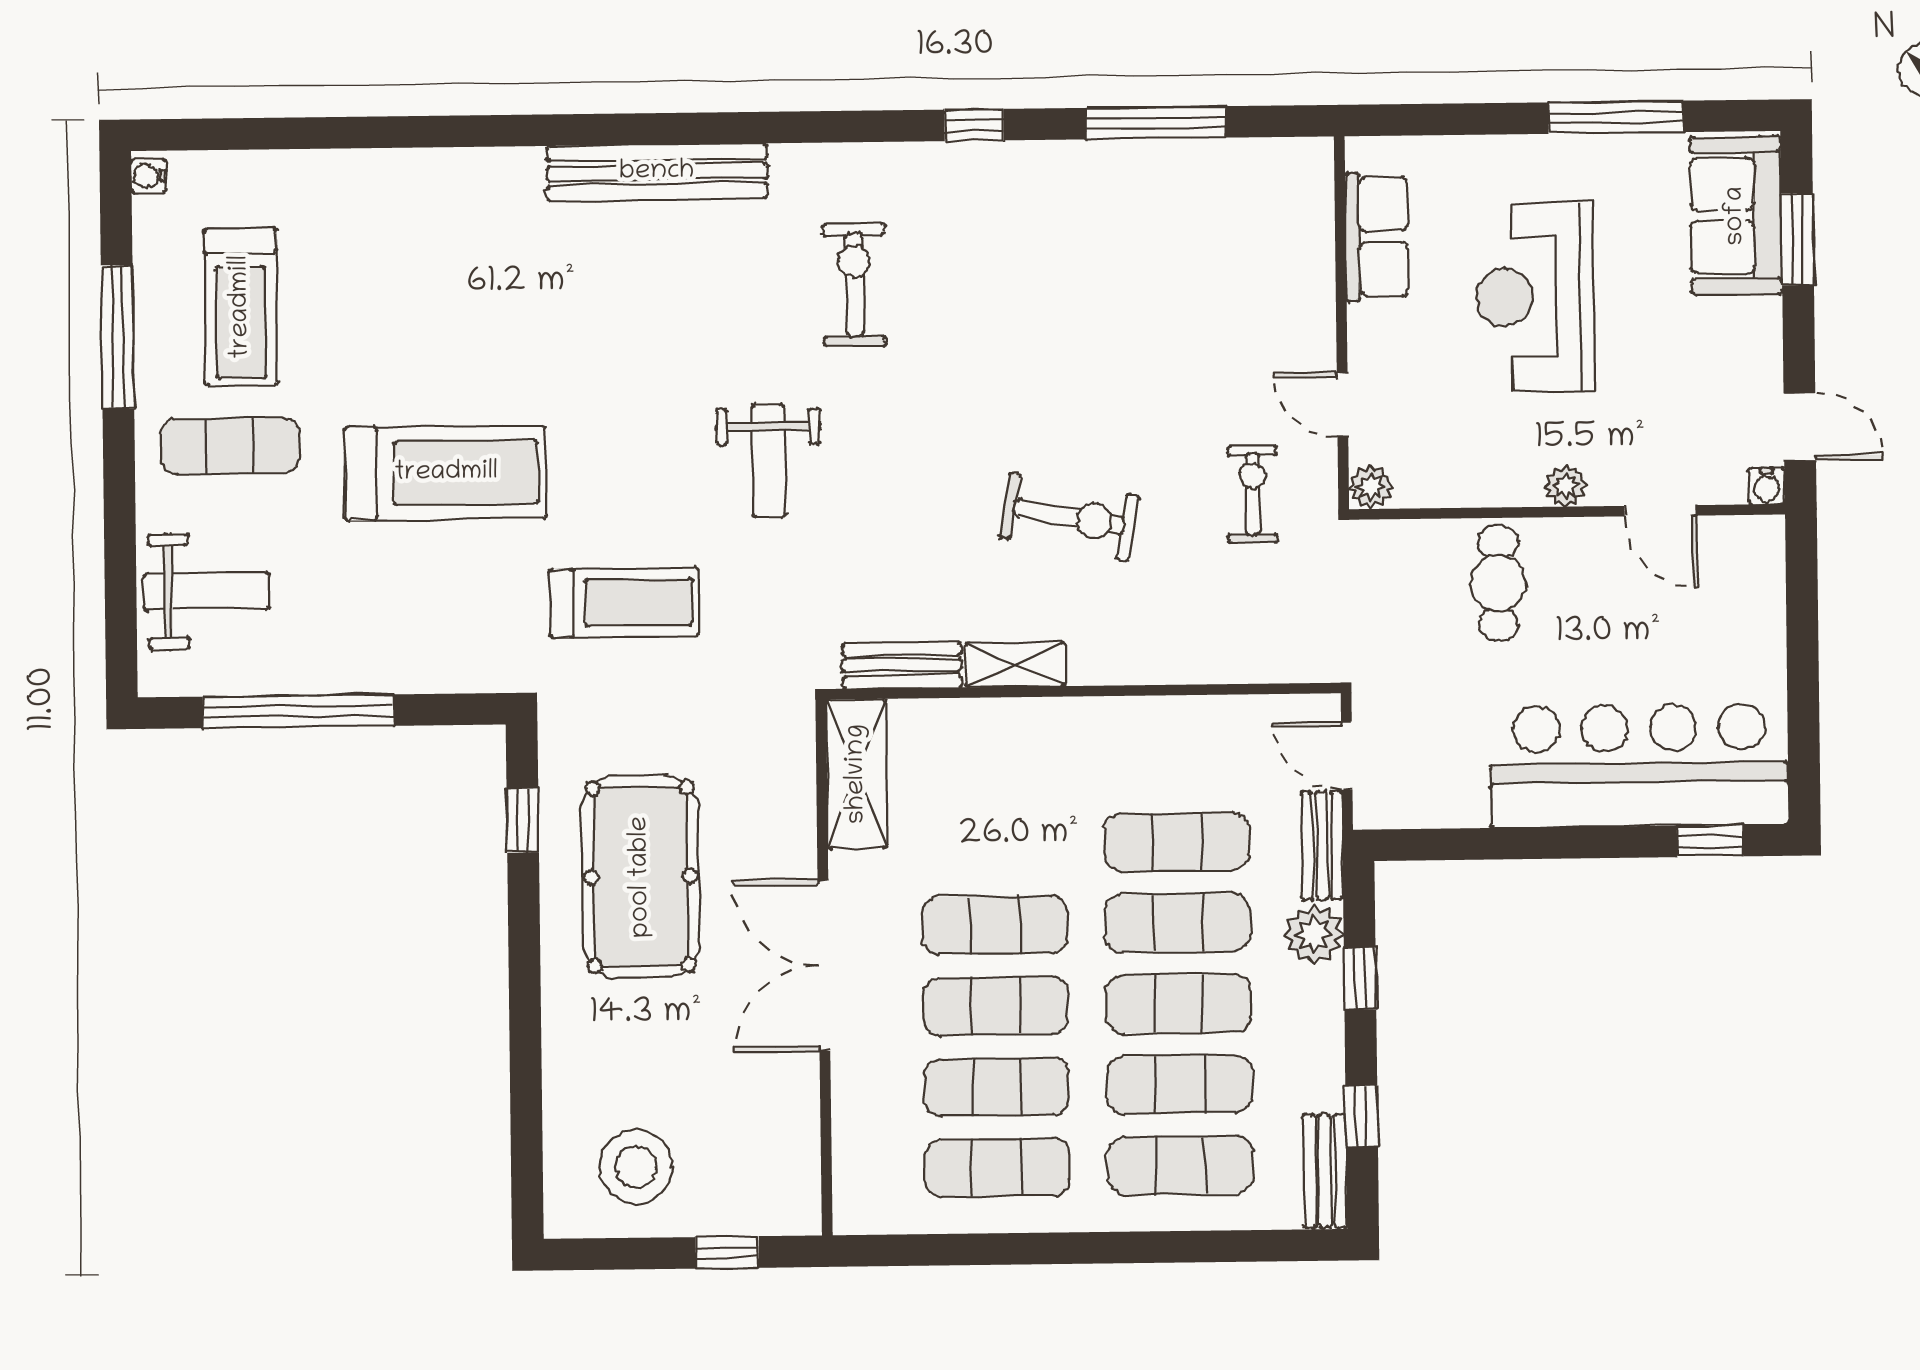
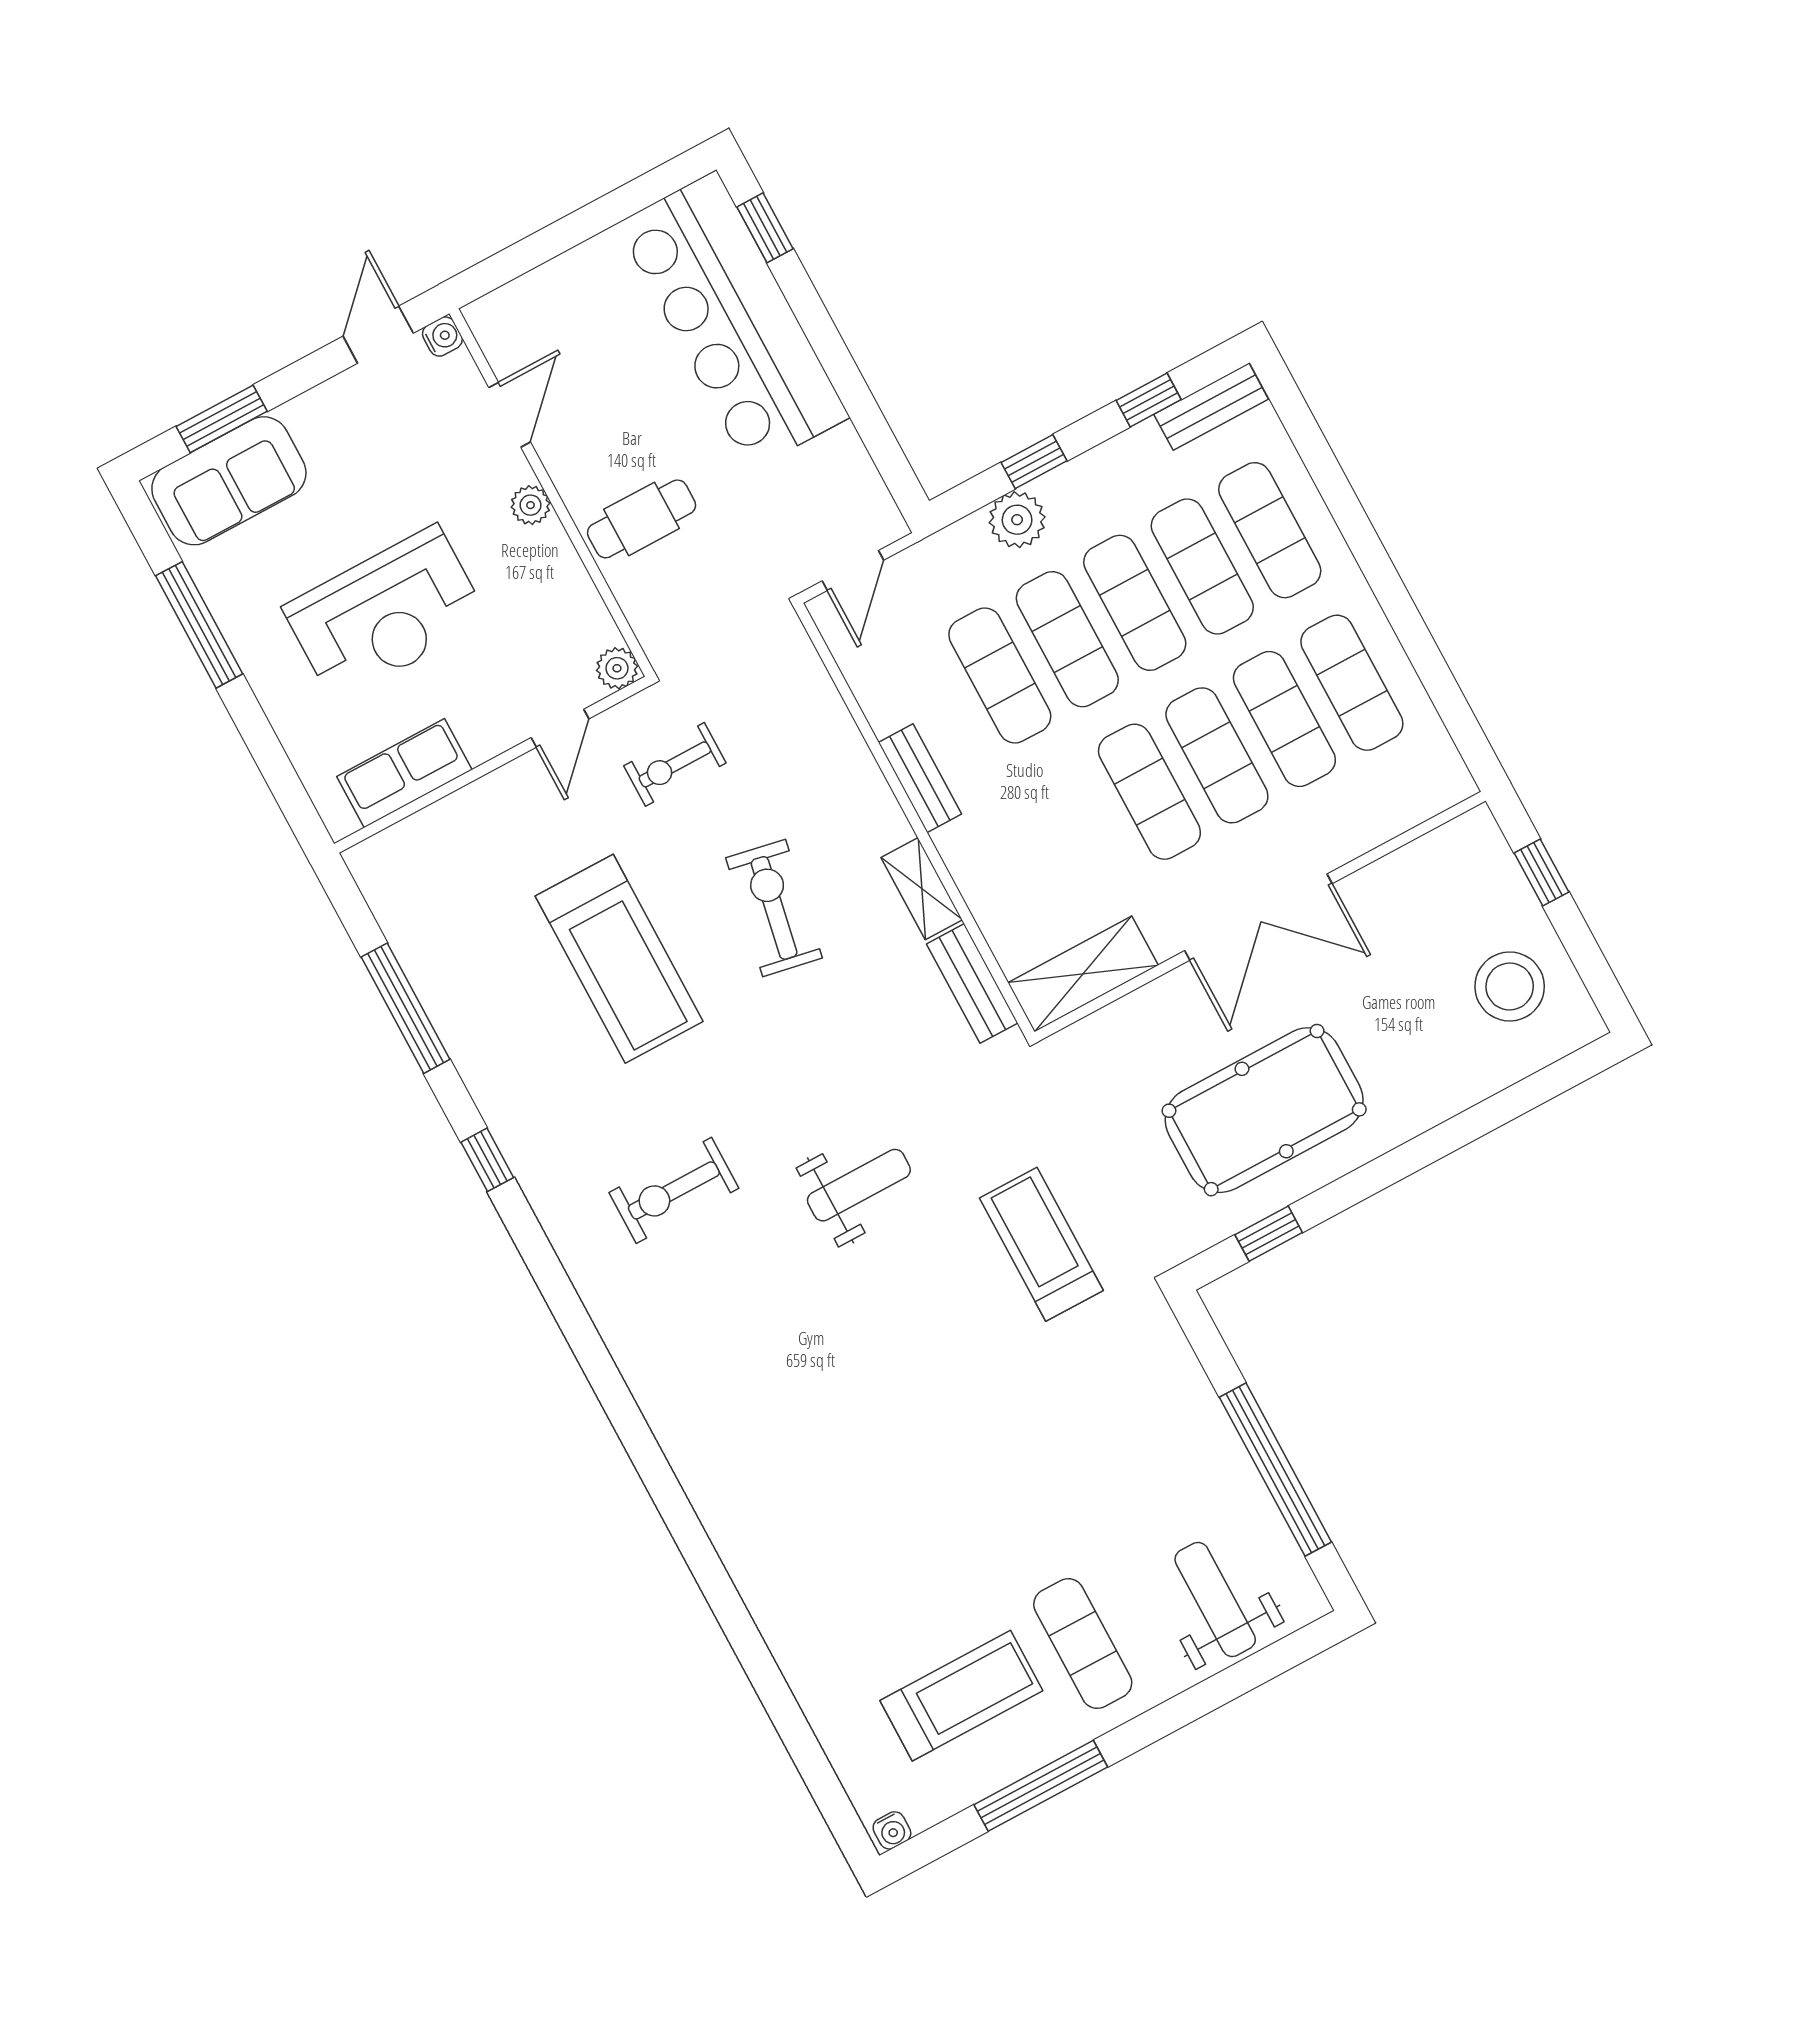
bench: (657, 172) -> (666, 1405), removed
treadmill: (446, 473) -> (619, 959), moved, turned 180
bench: (1322, 846) -> (920, 778), moved, turned 90

